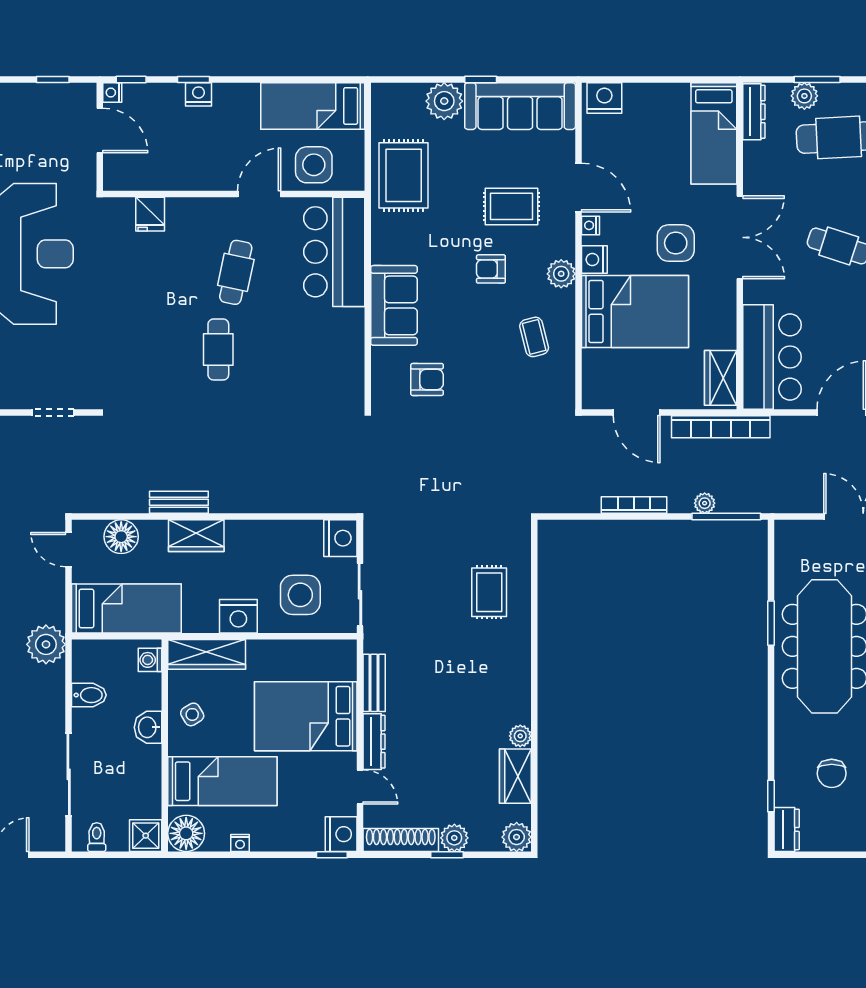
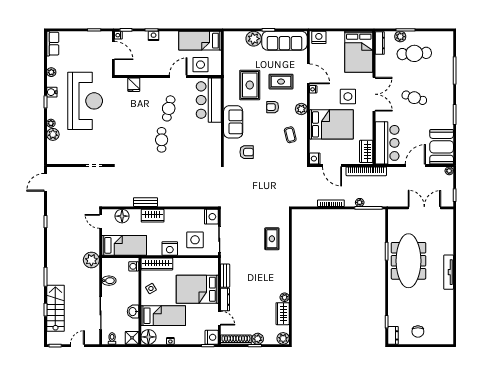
bed: (714, 133) -> (359, 52), width x1.50
rug: (404, 175) -> (250, 85), moved
nightstand: (594, 260) -> (315, 159), moved
washbasin: (148, 727) -> (133, 312), moved
chair: (832, 773) -> (418, 332), moved

